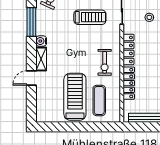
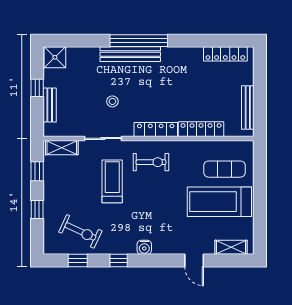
window: (31, 22) -> (119, 260), width x0.46
shelving: (41, 59) -> (231, 247), moved
exercise bike: (105, 62) -> (151, 162), moved

